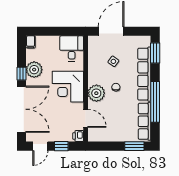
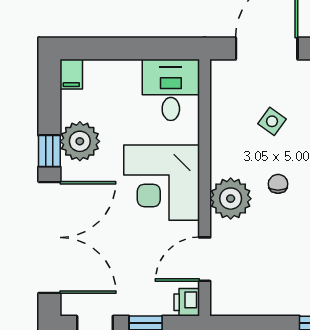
door: (86, 118) -> (205, 259), swing flipped

